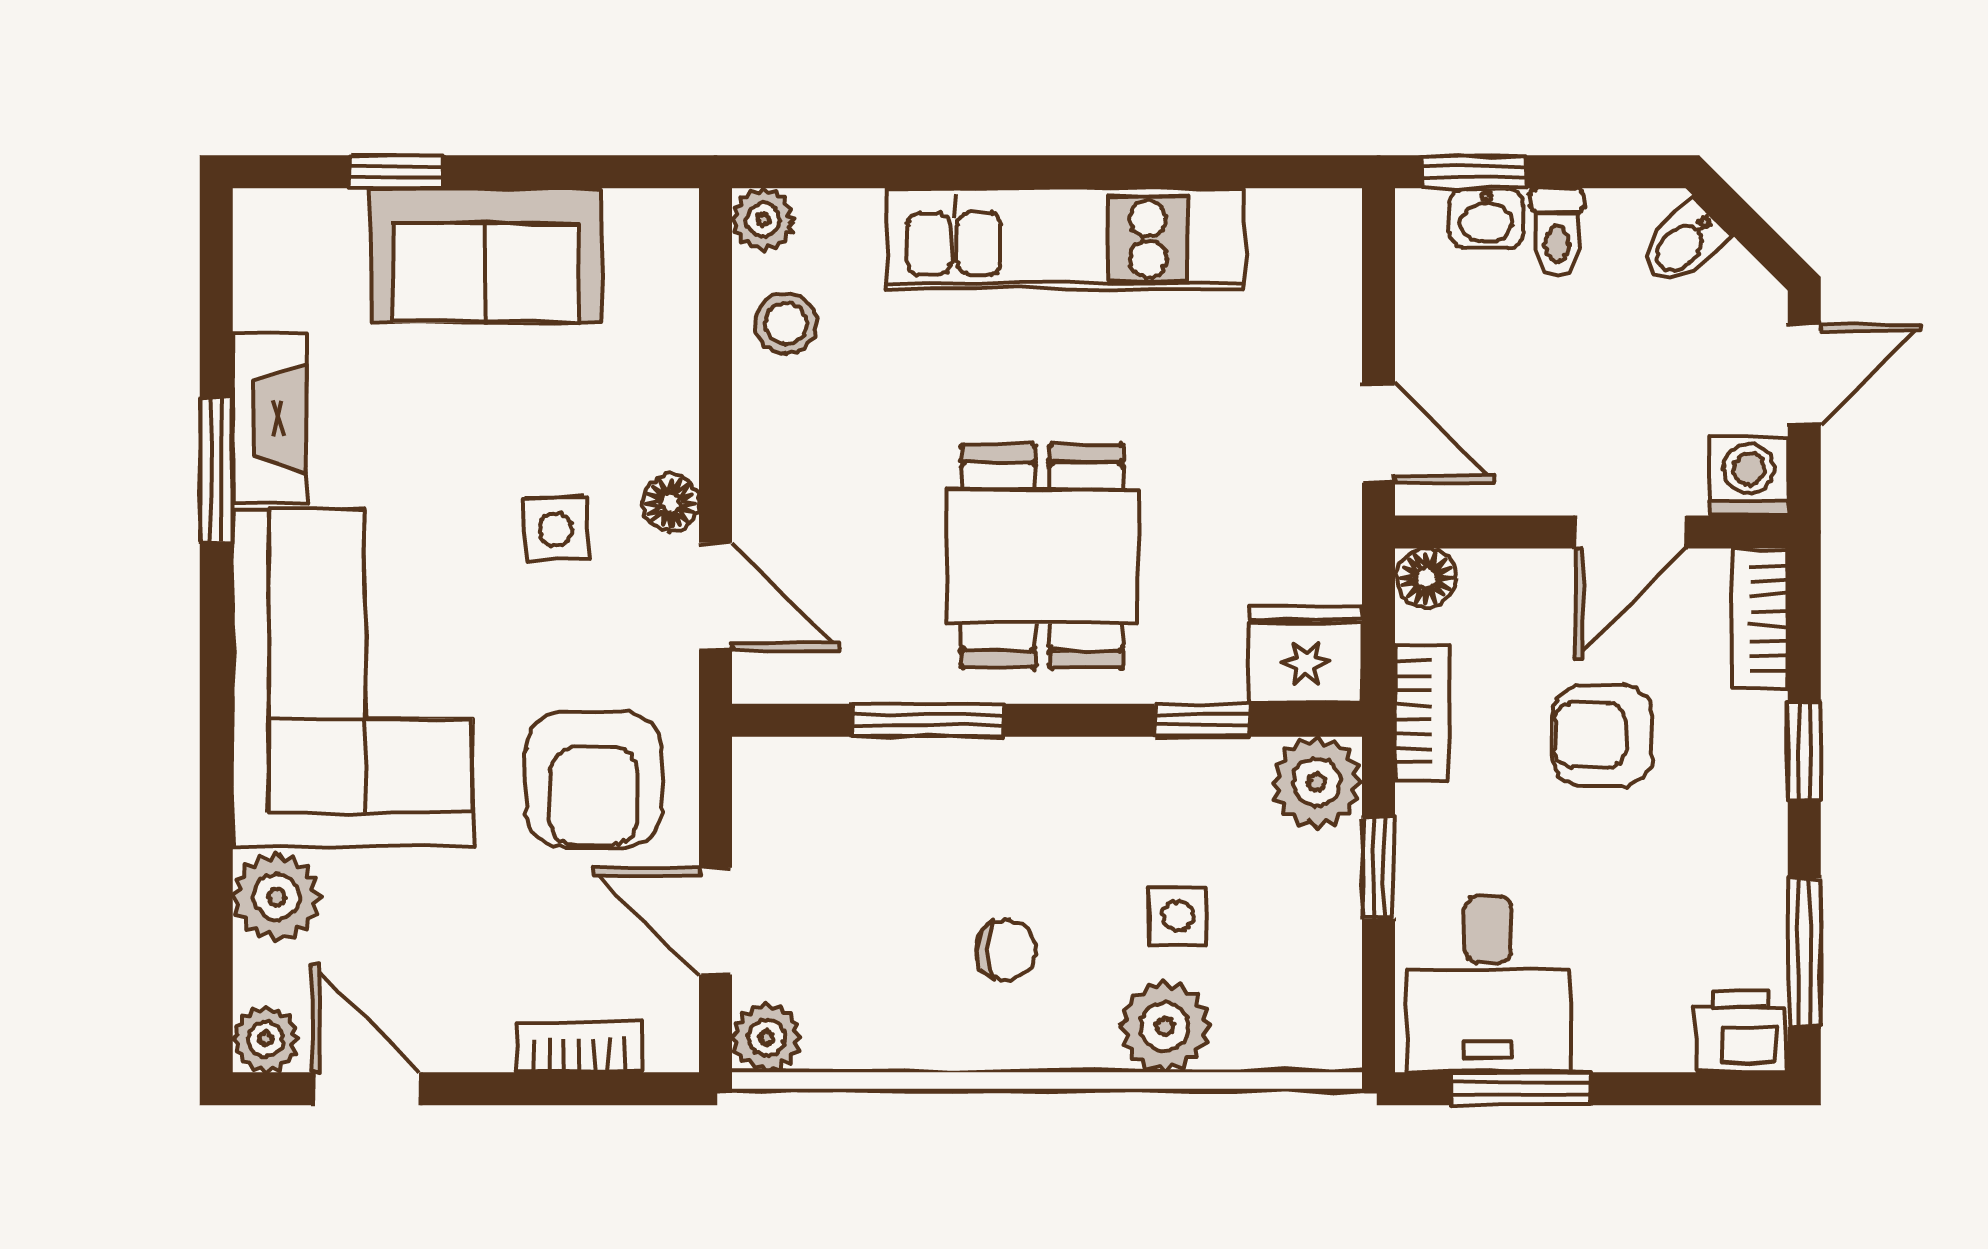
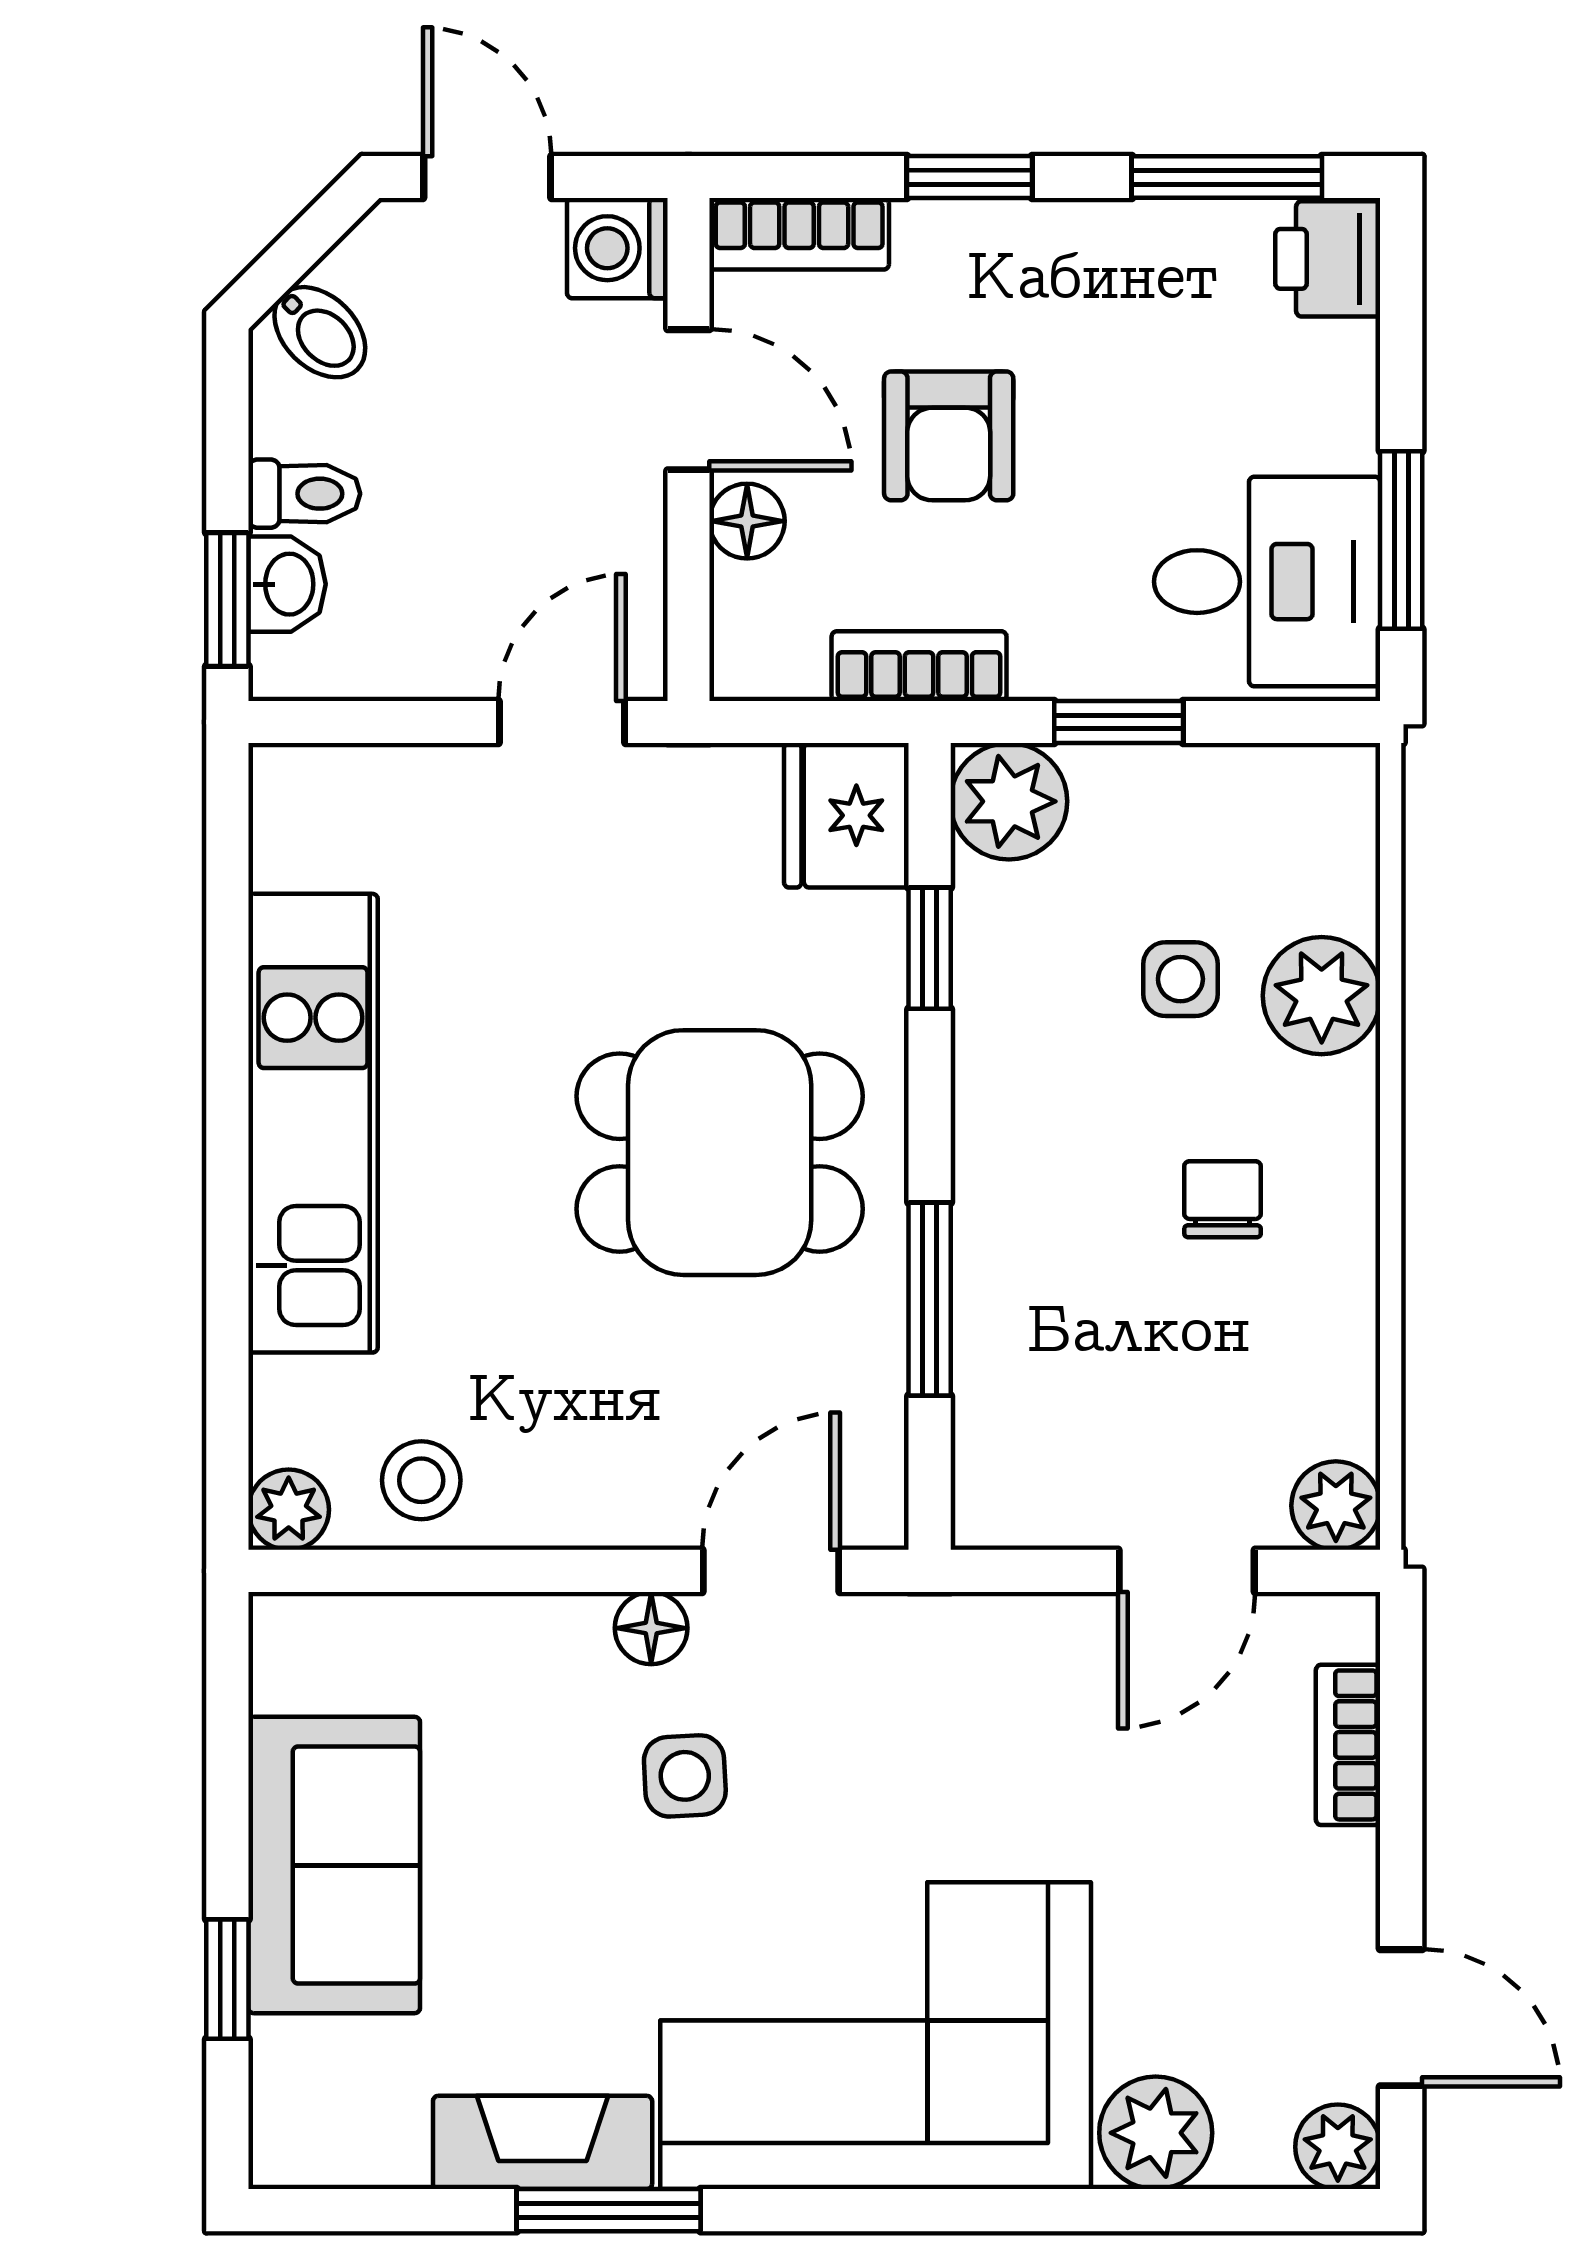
floor lamp: (1426, 578) -> (747, 521), moved
armchair: (594, 780) -> (1006, 1727), removed
door: (367, 1089) -> (1401, 2018), swing flipped

